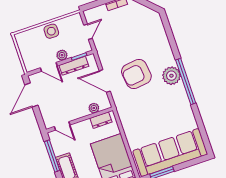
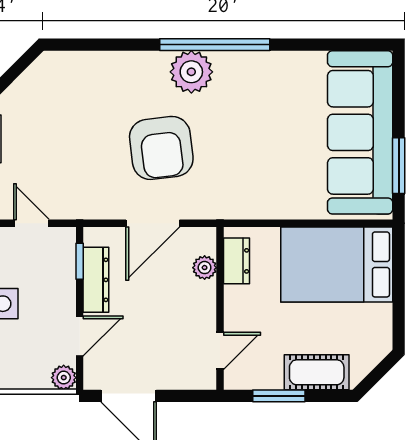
plant: (62, 55) -> (64, 378), moved
window: (52, 156) -> (279, 396), width x0.69

